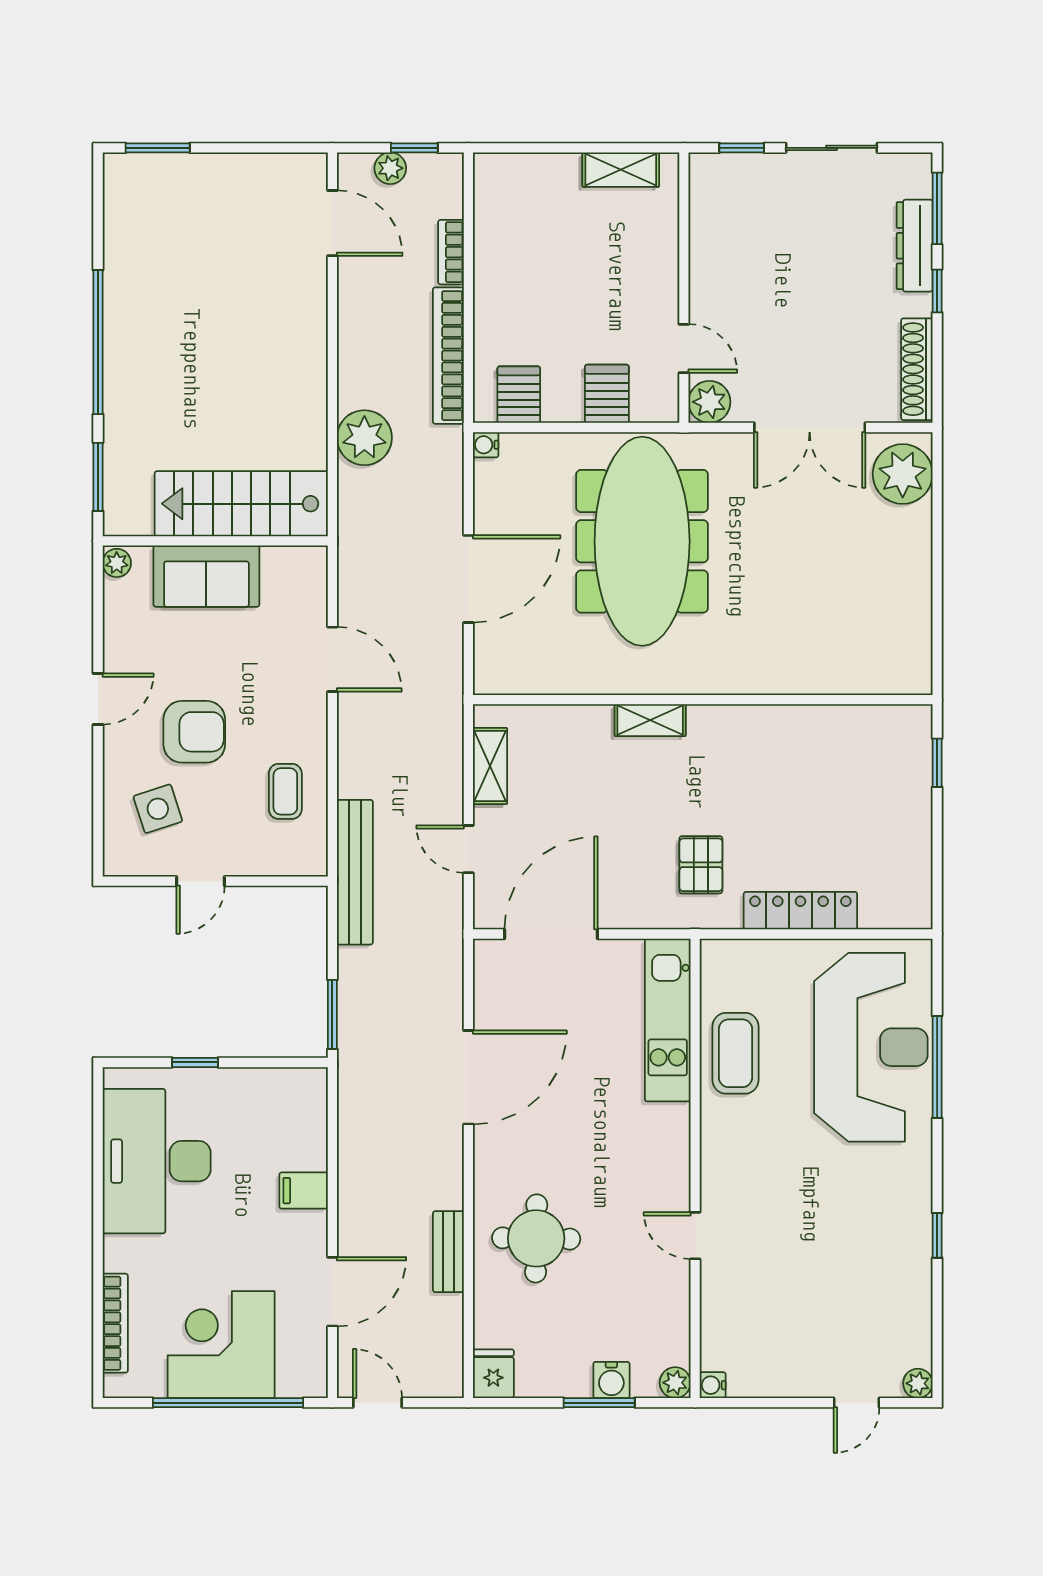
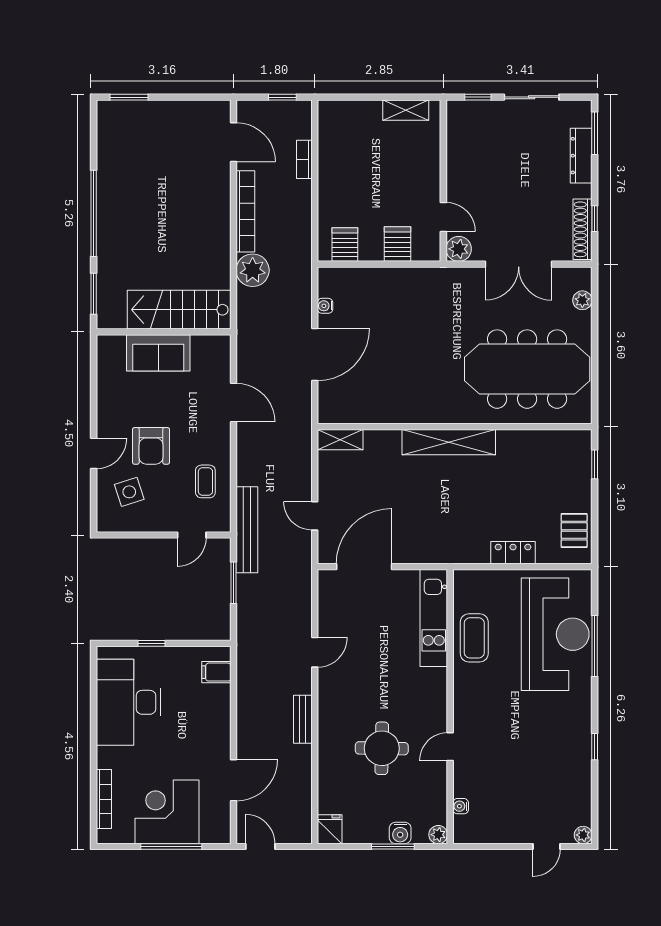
plant: (390, 168) -> (268, 109), removed
window: (937, 291) -> (595, 219), moved
bookcase: (448, 356) -> (245, 211), moved, turned 180
water cooler: (486, 445) -> (325, 306), moved
plant: (903, 474) -> (582, 300), width x0.53, depth x0.53
meeting table: (642, 541) -> (527, 369), moved, turned 90
plant: (117, 563) -> (105, 345), removed
door: (98, 699) -> (94, 453), moved
shelving: (650, 720) -> (449, 442), width x2.20, depth x1.33
armchair: (194, 732) -> (151, 446), turned 90
shelving: (490, 766) -> (340, 440), moved, turned 90
pallet: (701, 865) -> (574, 531), moved
door: (201, 881) -> (192, 535), moved
locker: (800, 911) -> (513, 553), width x0.66
window: (332, 1014) -> (233, 583), moved
door: (468, 1077) -> (315, 652), width x0.53
filing cabinet: (304, 1191) -> (216, 672), moved
door: (695, 1236) -> (450, 747), hinge flipped
round table: (536, 1238) -> (382, 748), moved
bench: (448, 1252) -> (303, 719), moved
water cooler: (713, 1385) -> (461, 806), moved
window: (228, 1403) -> (171, 847), width x0.68

